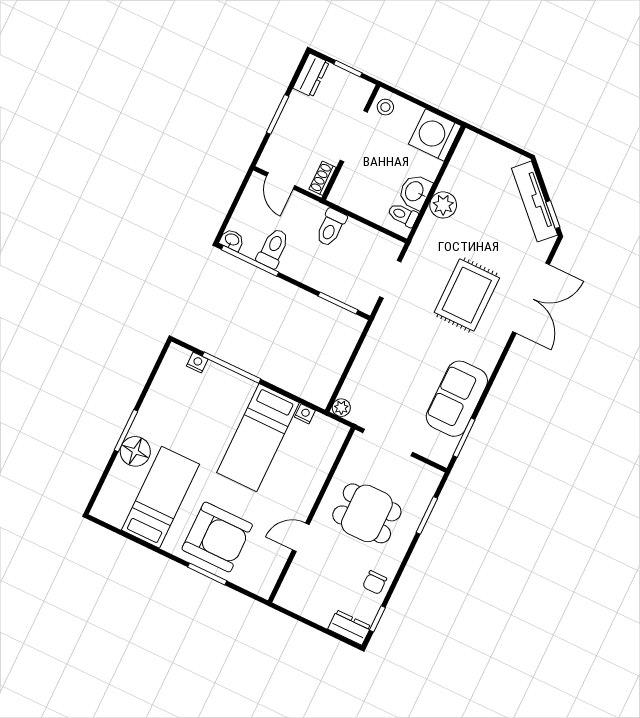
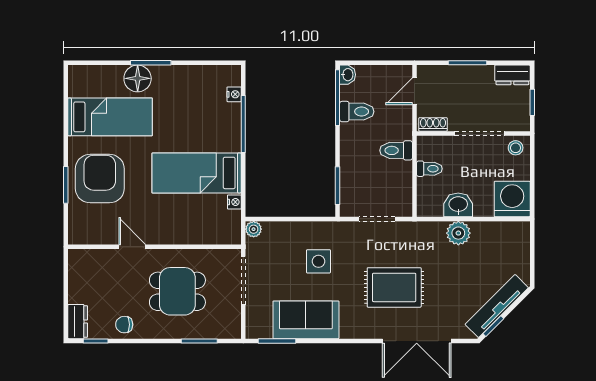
toilet: (403, 215) -> (429, 169), moved, turned 90
side table: (404, 358) -> (318, 261), added
dining table: (367, 513) -> (177, 291), turned 90
armchair: (217, 537) -> (100, 179), turned 180

